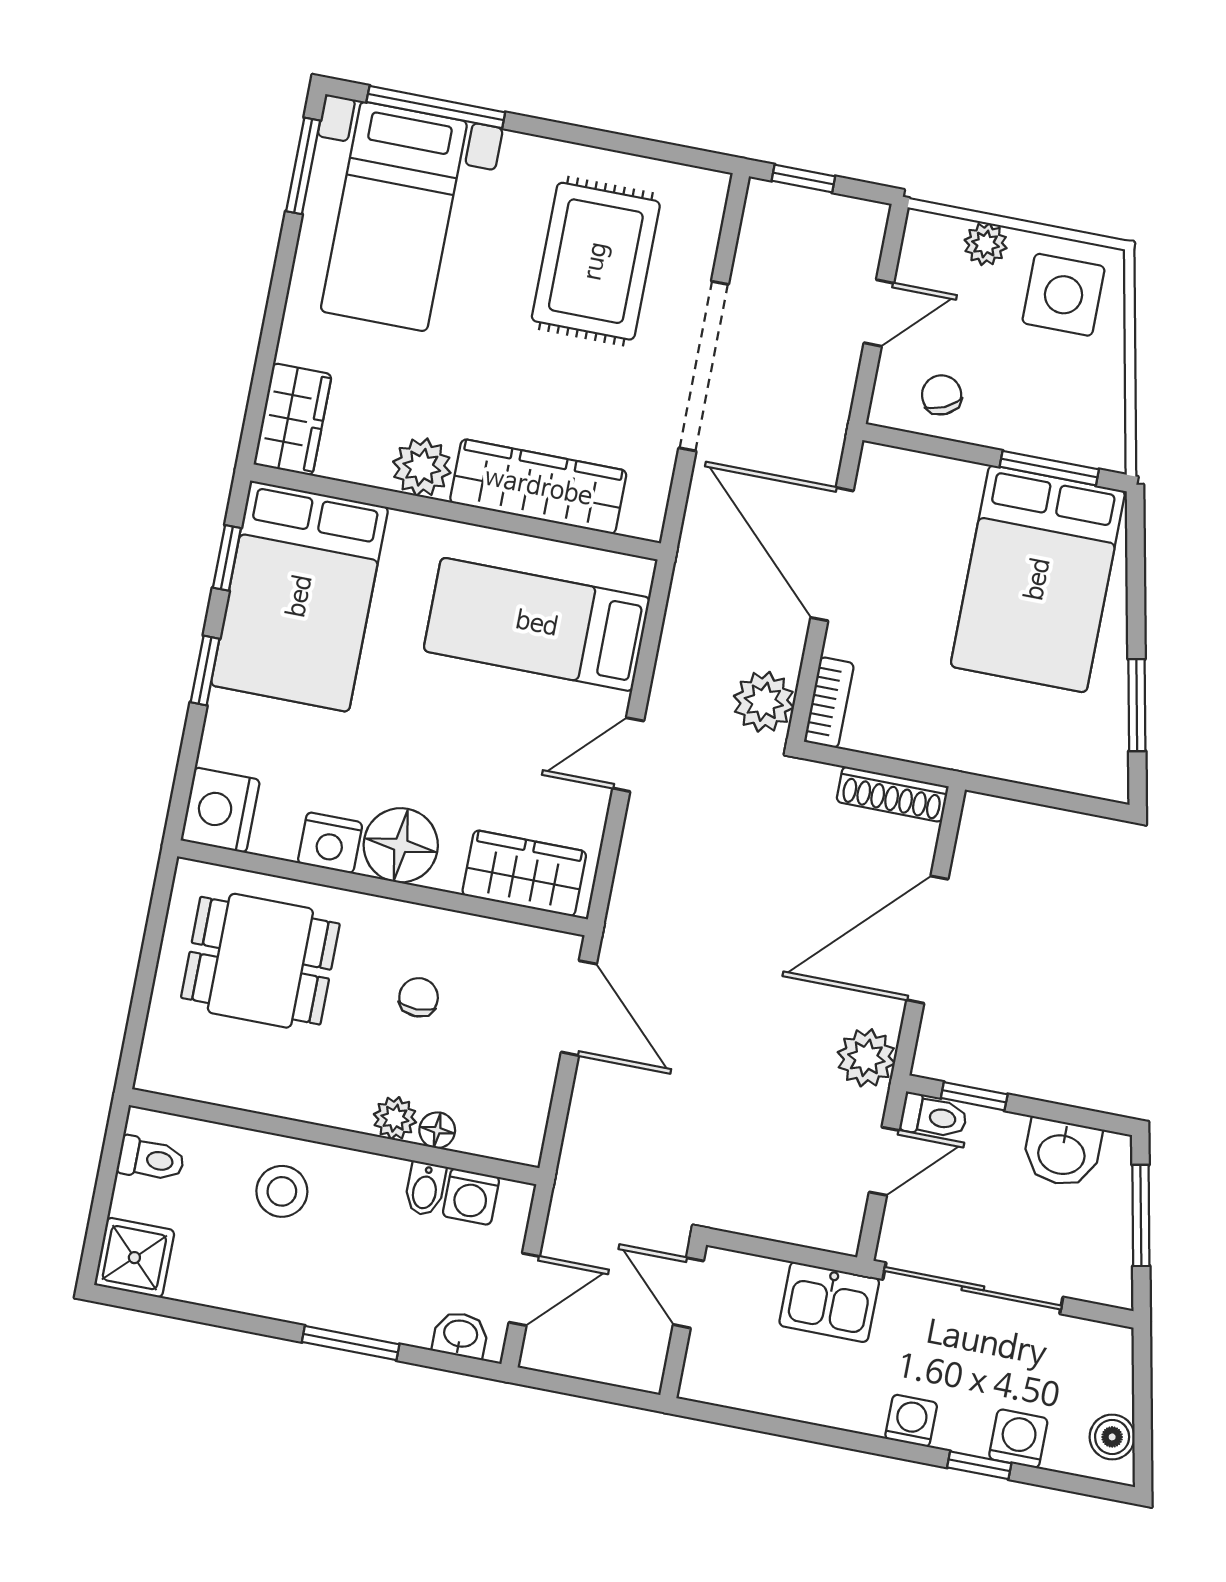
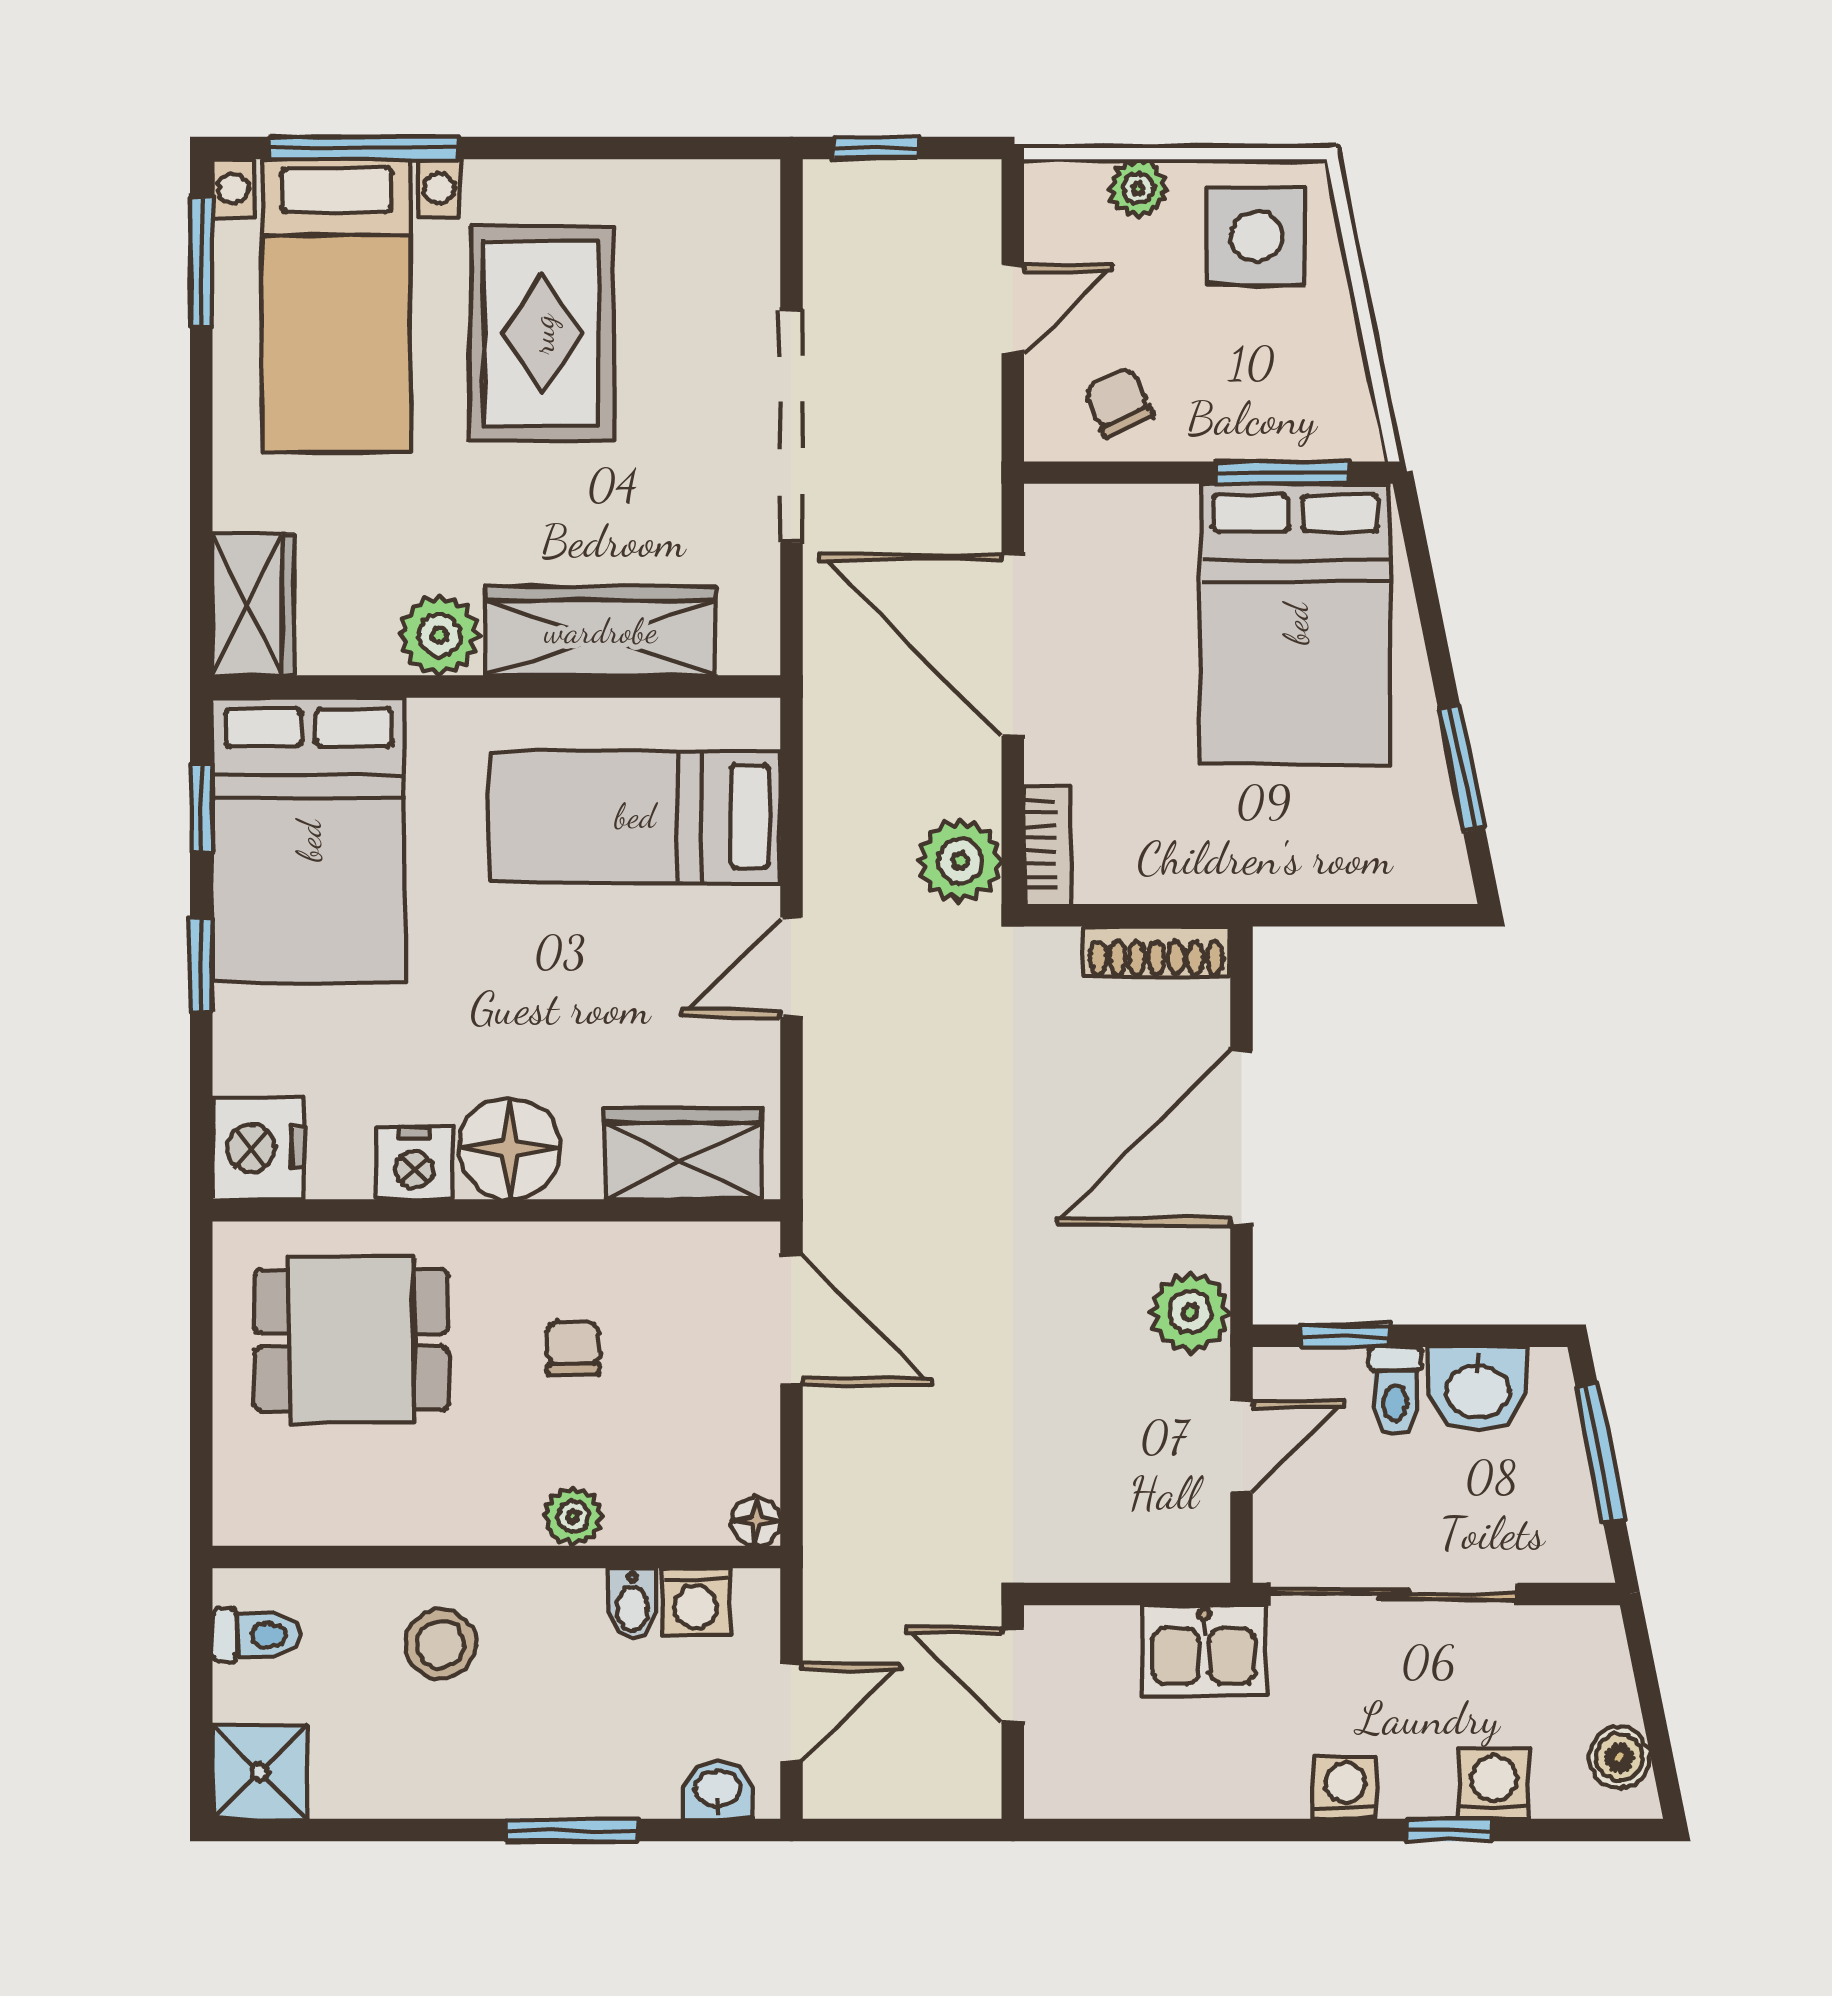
rug: (596, 261) -> (542, 334), moved
toilet: (934, 1117) -> (1395, 1391), moved, turned 90
floor lamp: (437, 1130) -> (756, 1522), moved

